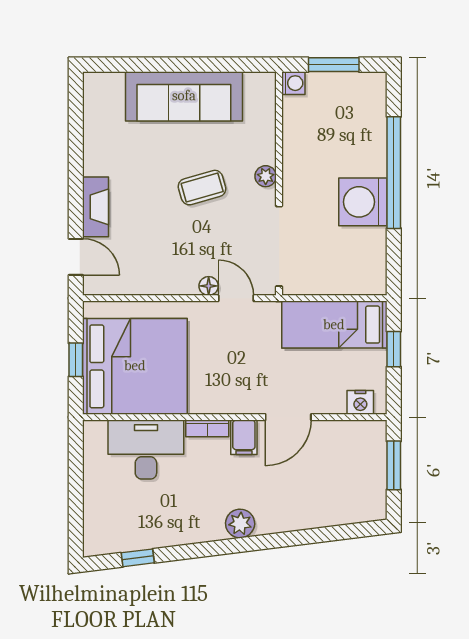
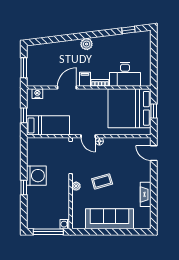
window: (334, 65) -> (48, 232), width x1.44
window: (394, 173) -> (24, 188), width x0.32
fireplace: (95, 207) -> (146, 194), moved

